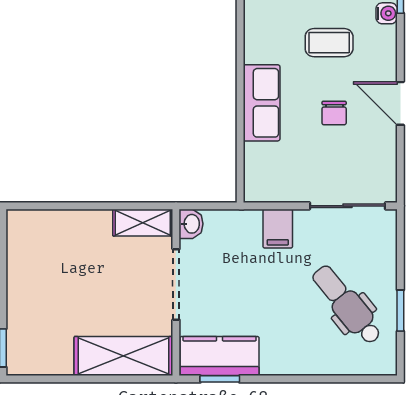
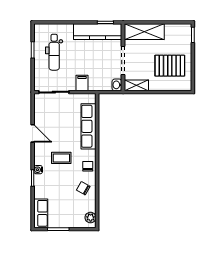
row of seats: (262, 103) -> (89, 126), width x1.48
chair: (334, 113) -> (88, 166), moved
pallet: (60, 272) -> (170, 66), added
dental chair: (347, 305) -> (54, 52), turned 39
kitchen counter: (220, 356) -> (98, 32), width x1.50

